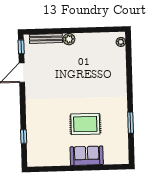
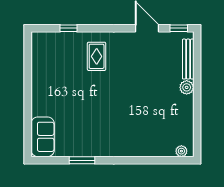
rug: (85, 124) -> (97, 56), moved, width x0.73, depth x0.70
sofa: (87, 156) -> (43, 137), moved

